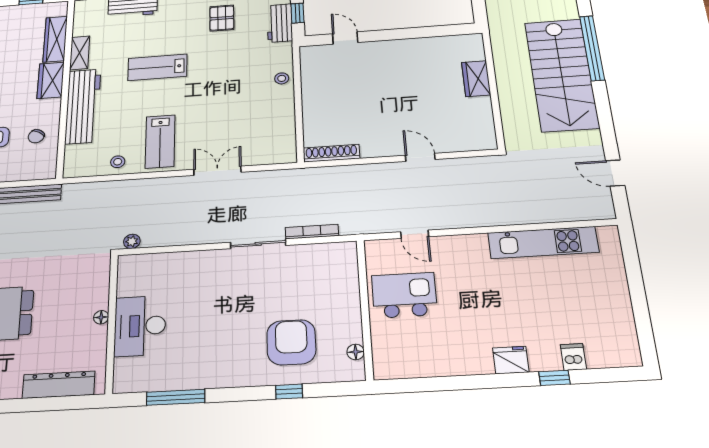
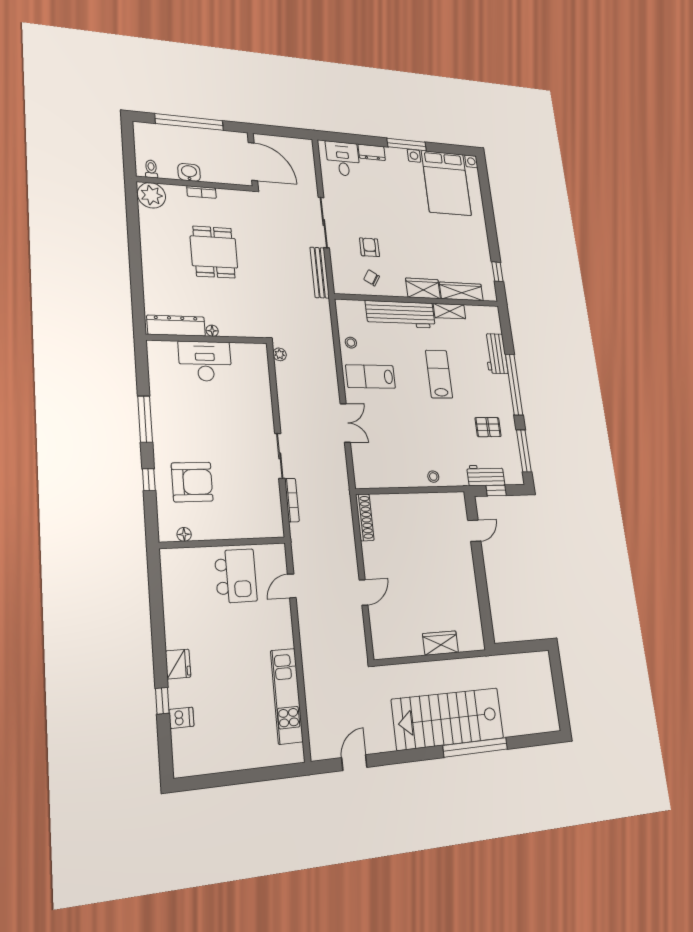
dresser: (59, 385) -> (176, 326), moved, turned -90
window: (176, 397) -> (145, 419), moved

